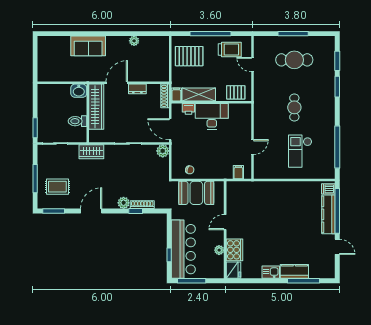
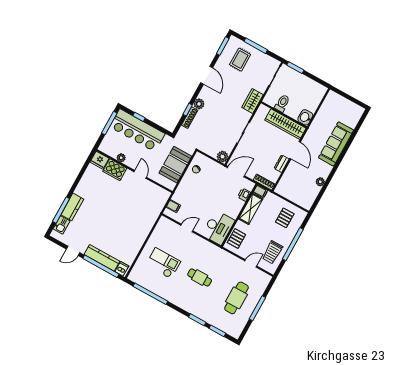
sofa: (88, 46) -> (336, 144), width x1.36
pallet: (189, 56) -> (285, 218), width x0.67, depth x0.71
desk: (212, 116) -> (218, 228), moved
door: (253, 147) -> (187, 228), swing flipped
kitchen sink: (271, 272) -> (61, 225), moved

